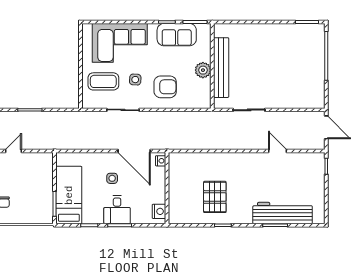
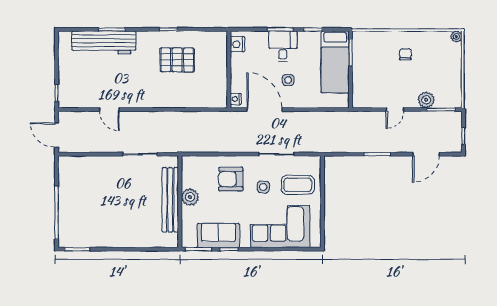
pallet: (215, 197) -> (177, 60), turned 90

